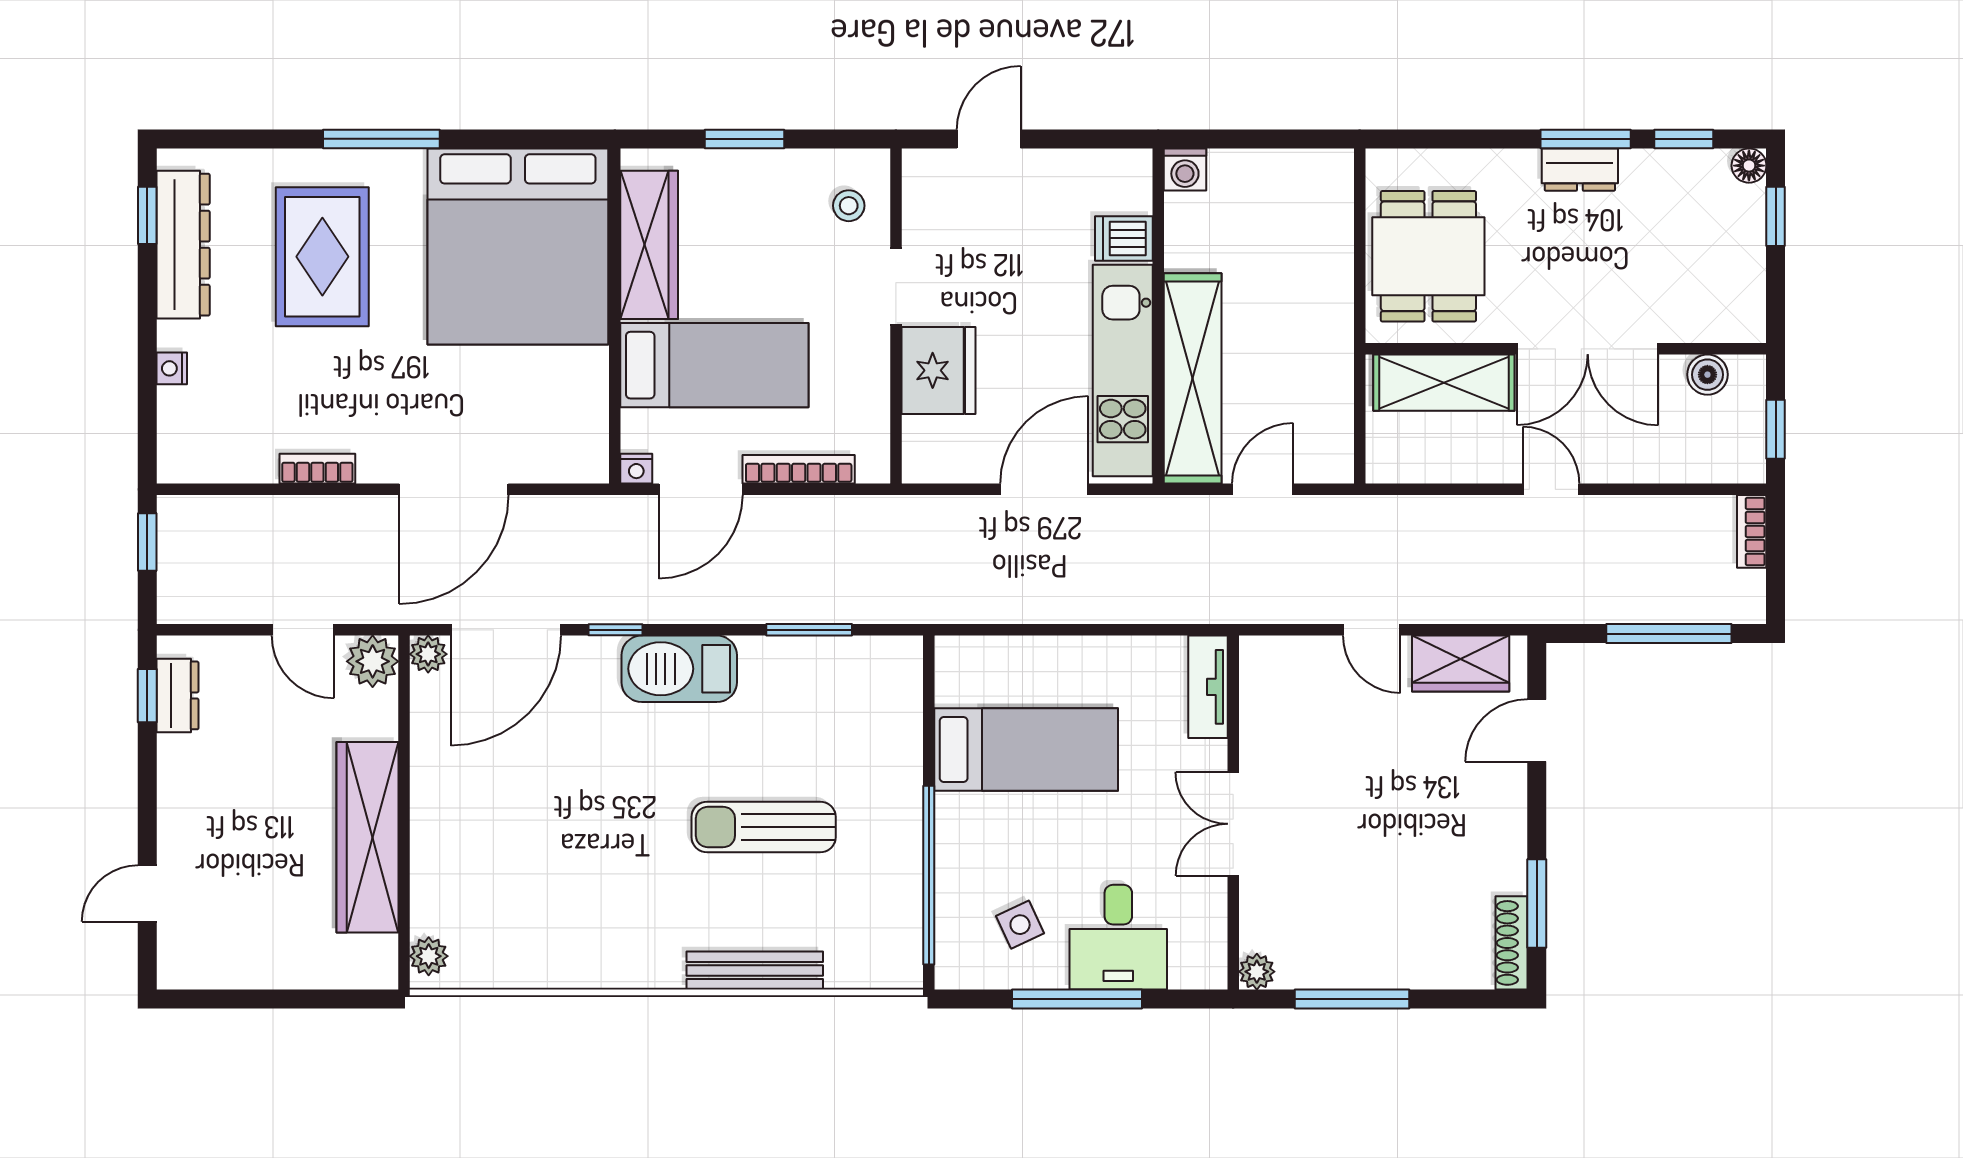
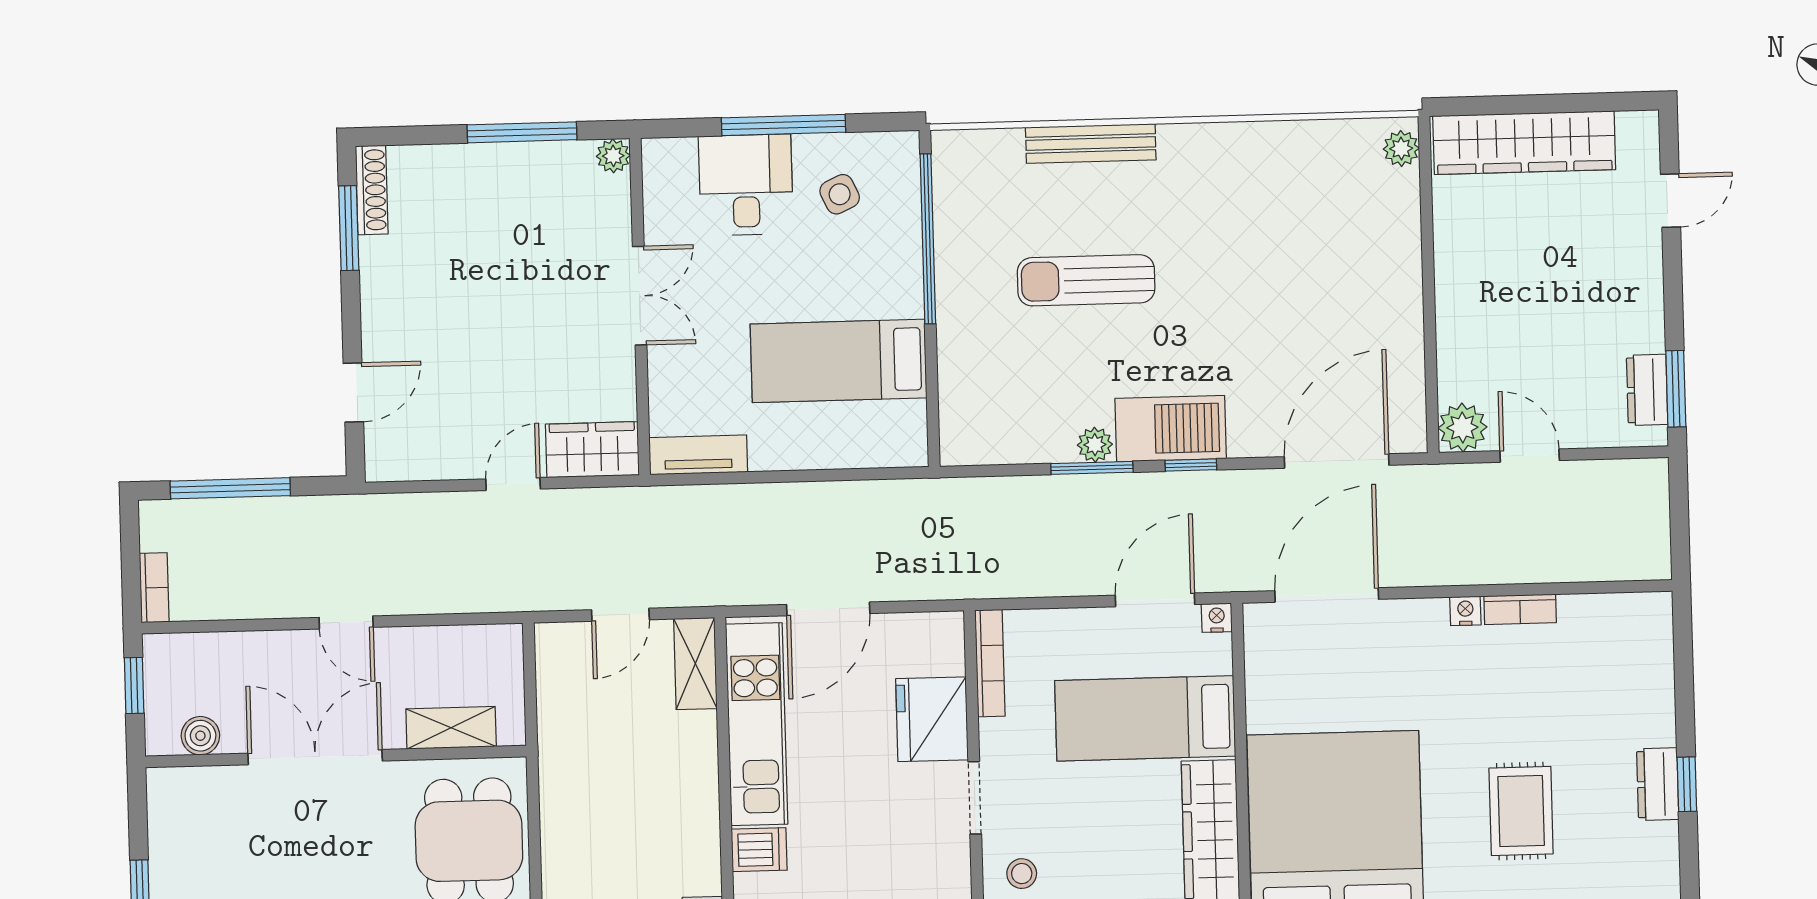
window: (147, 215) -> (1687, 784), moved
dresser: (183, 245) -> (1658, 784), width x0.51, depth x0.80
rug: (322, 257) -> (1521, 811), width x0.73, depth x0.70
nightstand: (172, 368) -> (1465, 611), moved, turned -90
shelving: (1193, 378) -> (695, 664), width x0.45, depth x0.75
shelving: (1444, 383) -> (451, 728), width x0.67, depth x0.75
bookcase: (799, 469) -> (990, 663), moved, turned -90
door: (454, 489) -> (1327, 595), moved
window: (147, 542) -> (1680, 535), removed
window: (616, 630) -> (1191, 465), moved
window: (809, 630) -> (1092, 468), moved
door: (1372, 630) -> (513, 484), hinge flipped
plant: (428, 654) -> (1095, 445), moved
wardrobe: (1461, 664) -> (592, 450), moved
tv unit: (1208, 687) -> (698, 455), moved, turned -90
window: (147, 696) -> (1676, 389), width x1.50
sun lounger: (764, 827) -> (1086, 280), turned 180
wardrobe: (368, 837) -> (1524, 143), moved, turned 90

